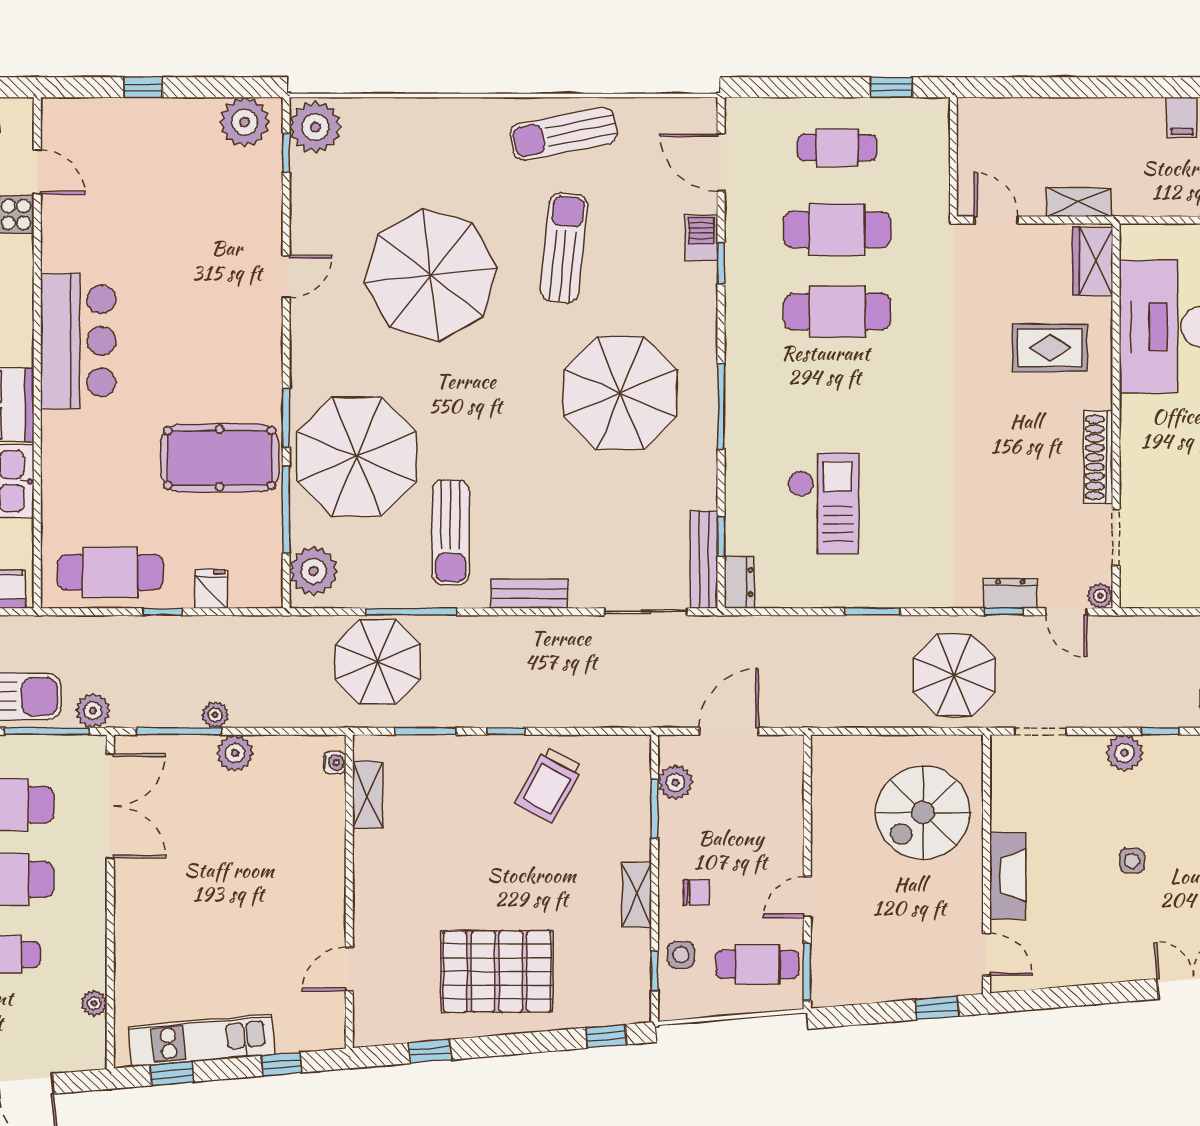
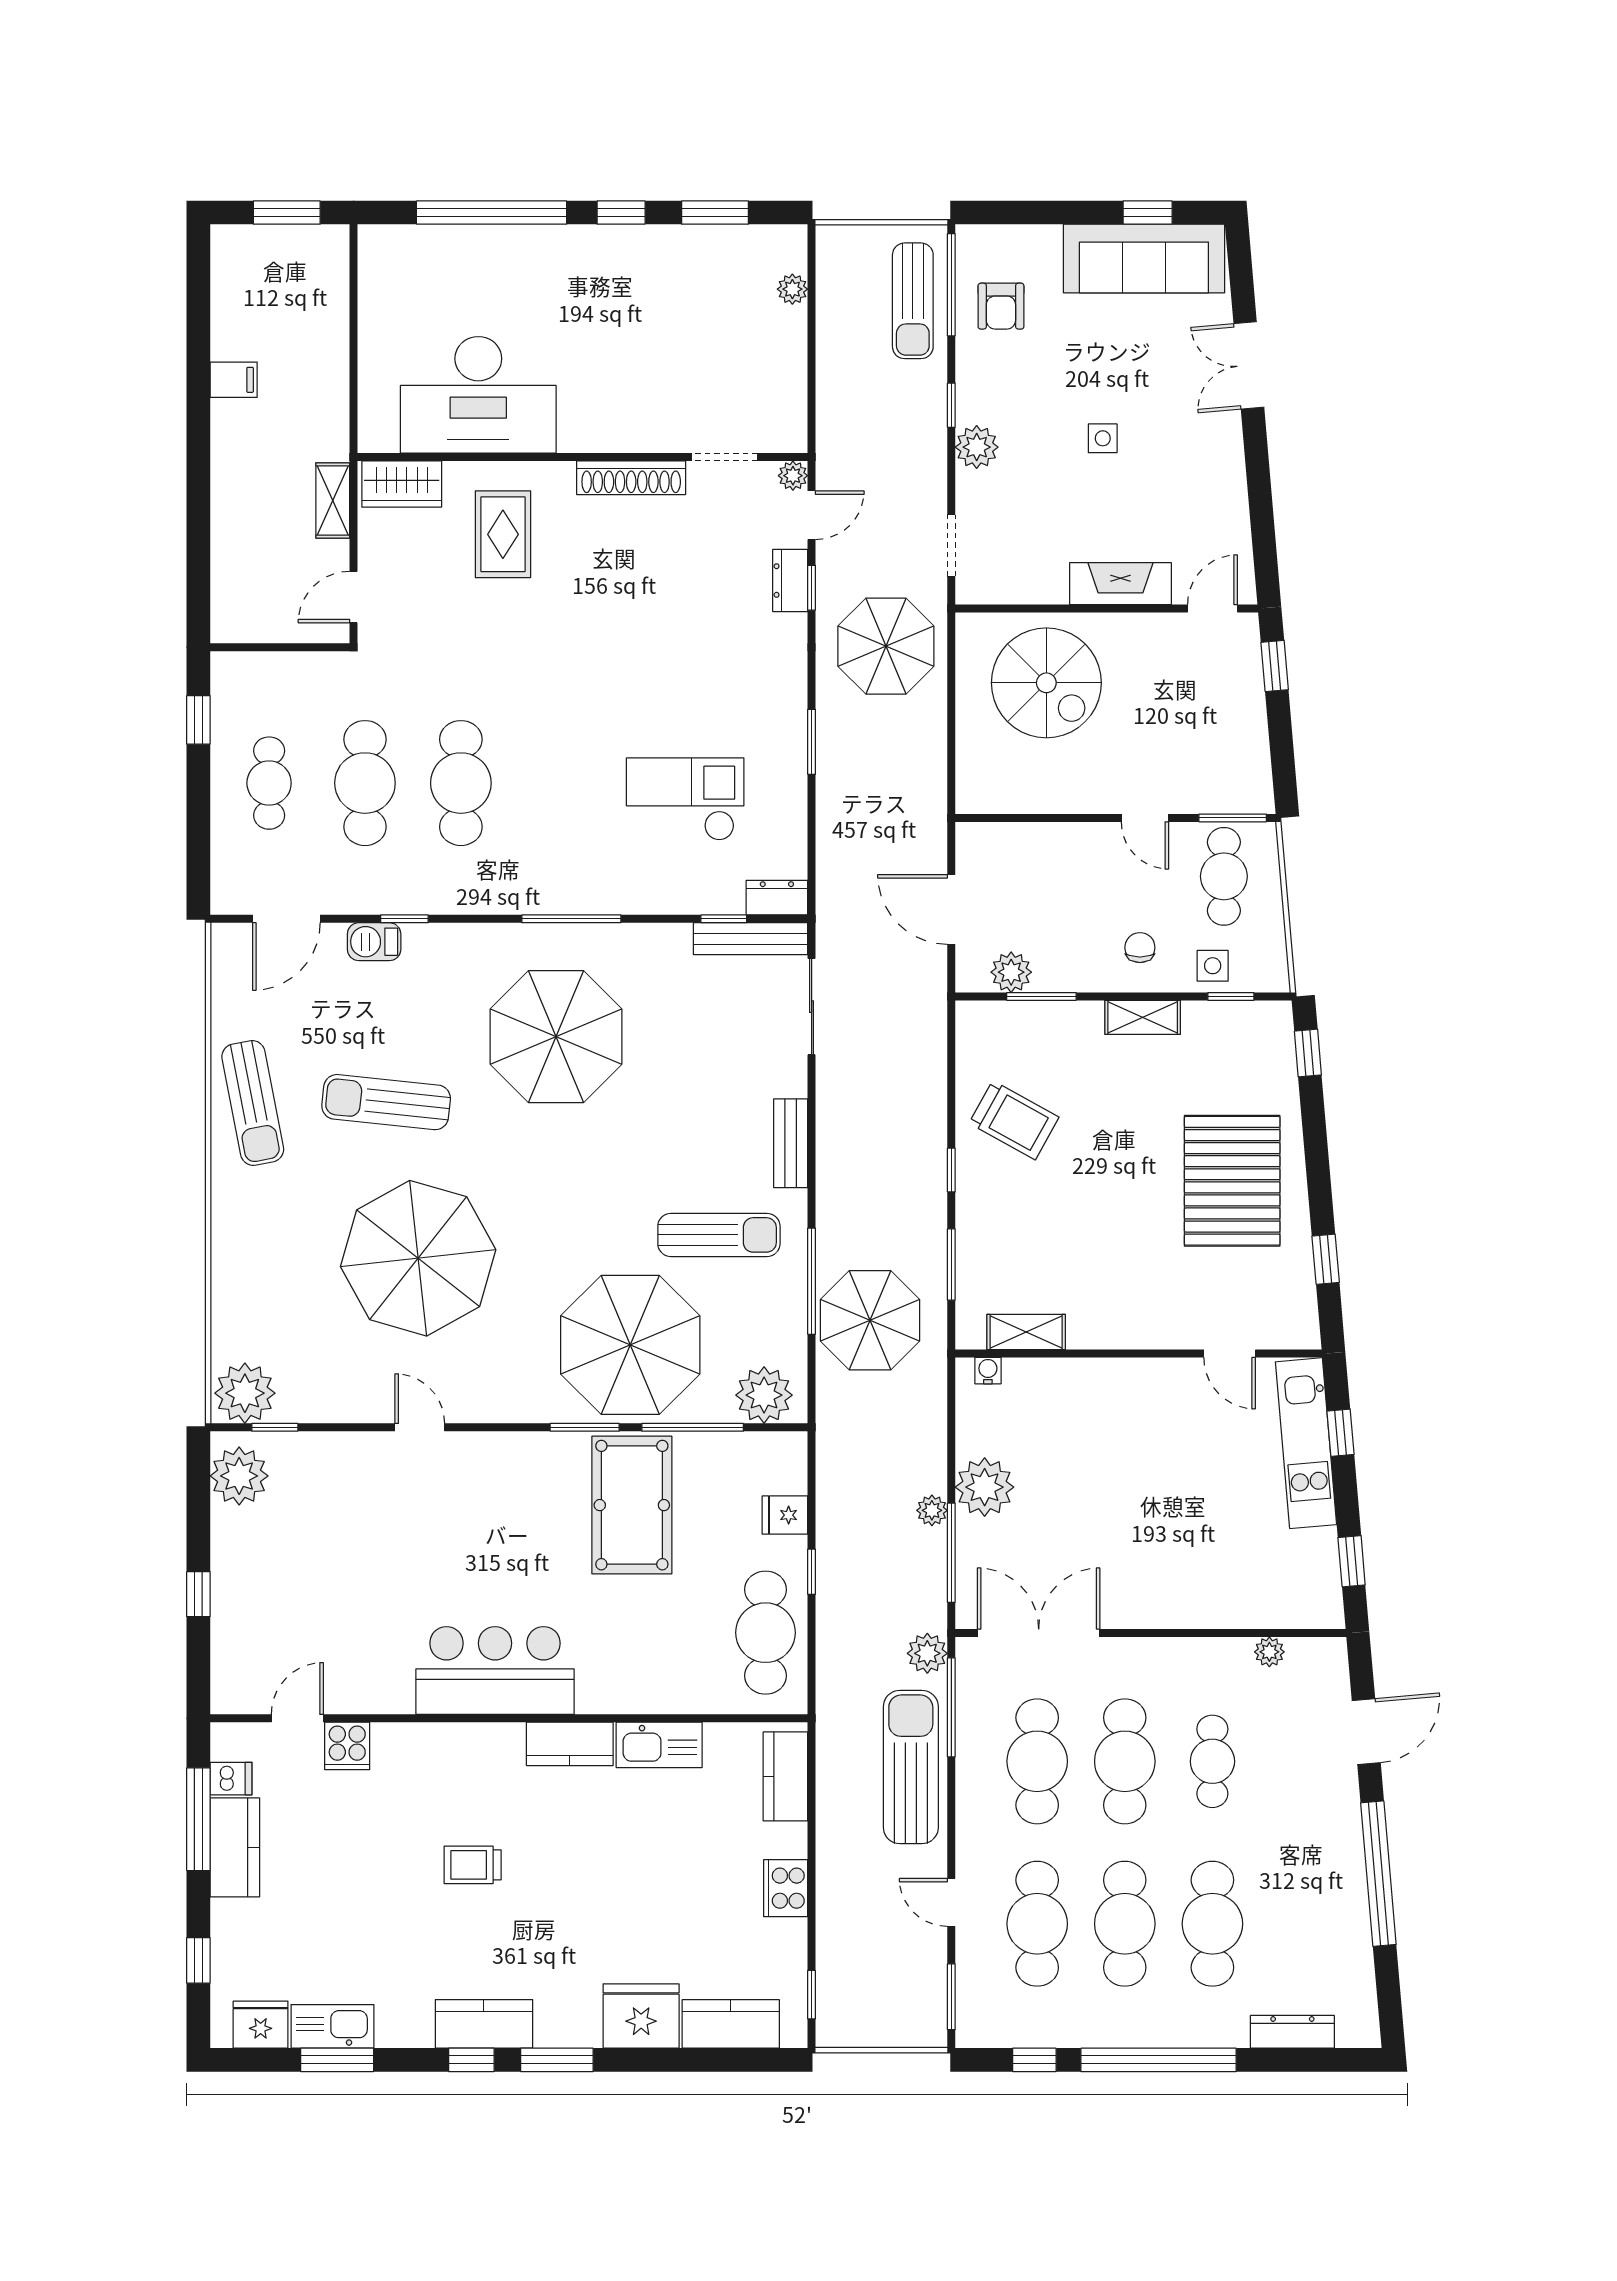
plant: (235, 753) -> (985, 1487), width x1.36, depth x1.36
kitchen unit: (201, 1041) -> (1306, 1443), moved

